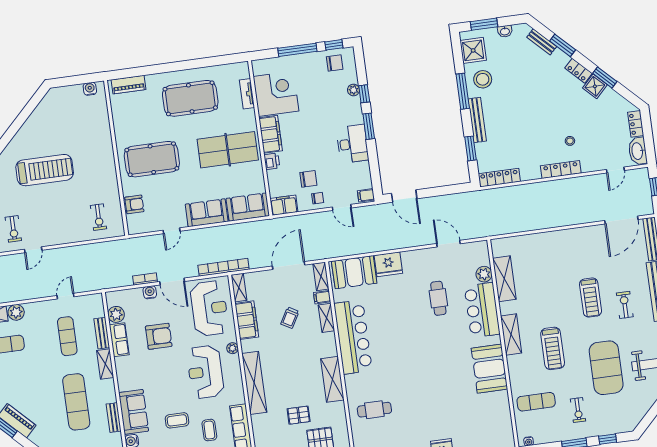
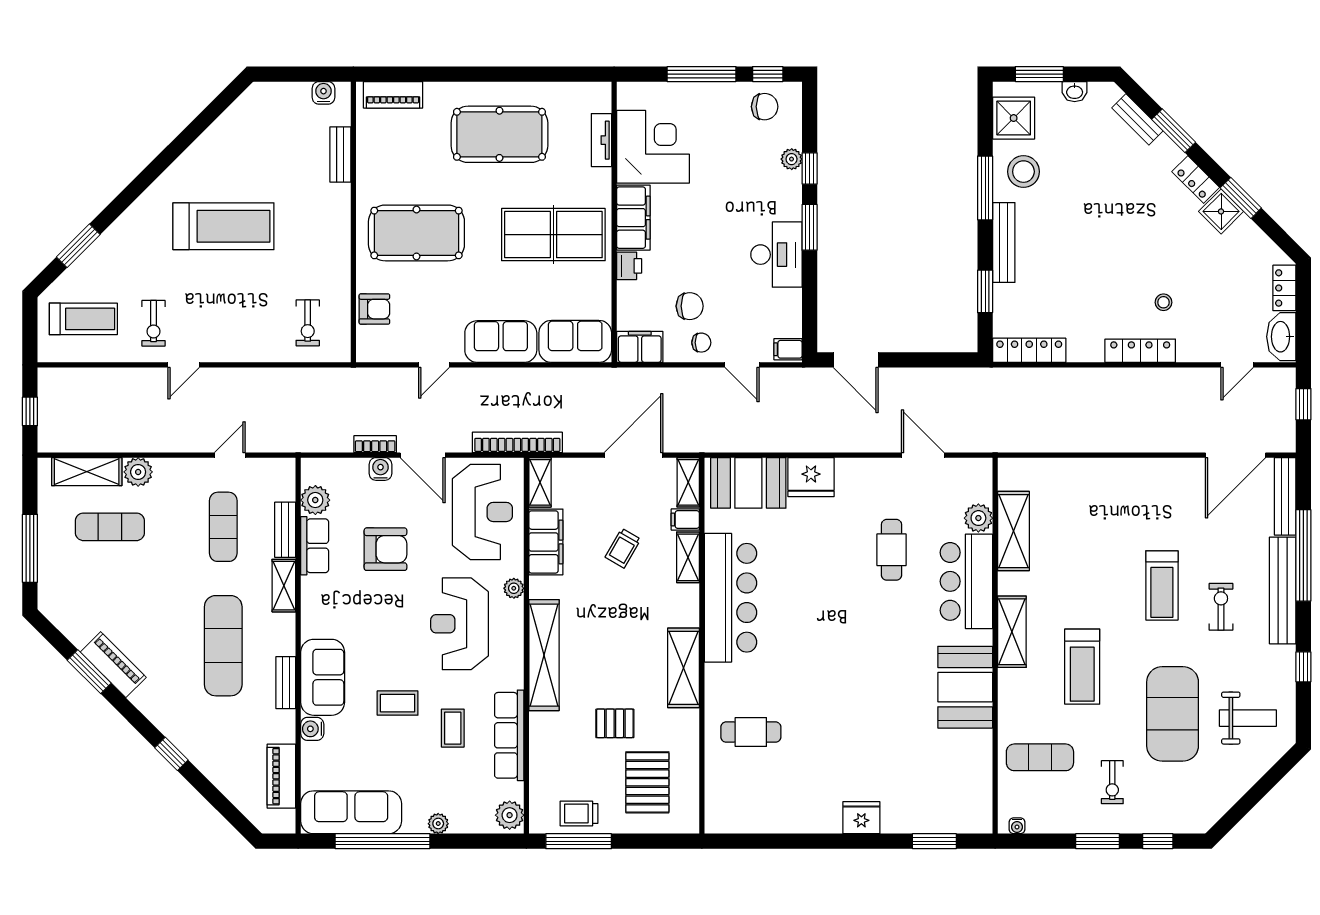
bench: (104, 122) -> (340, 155), added

